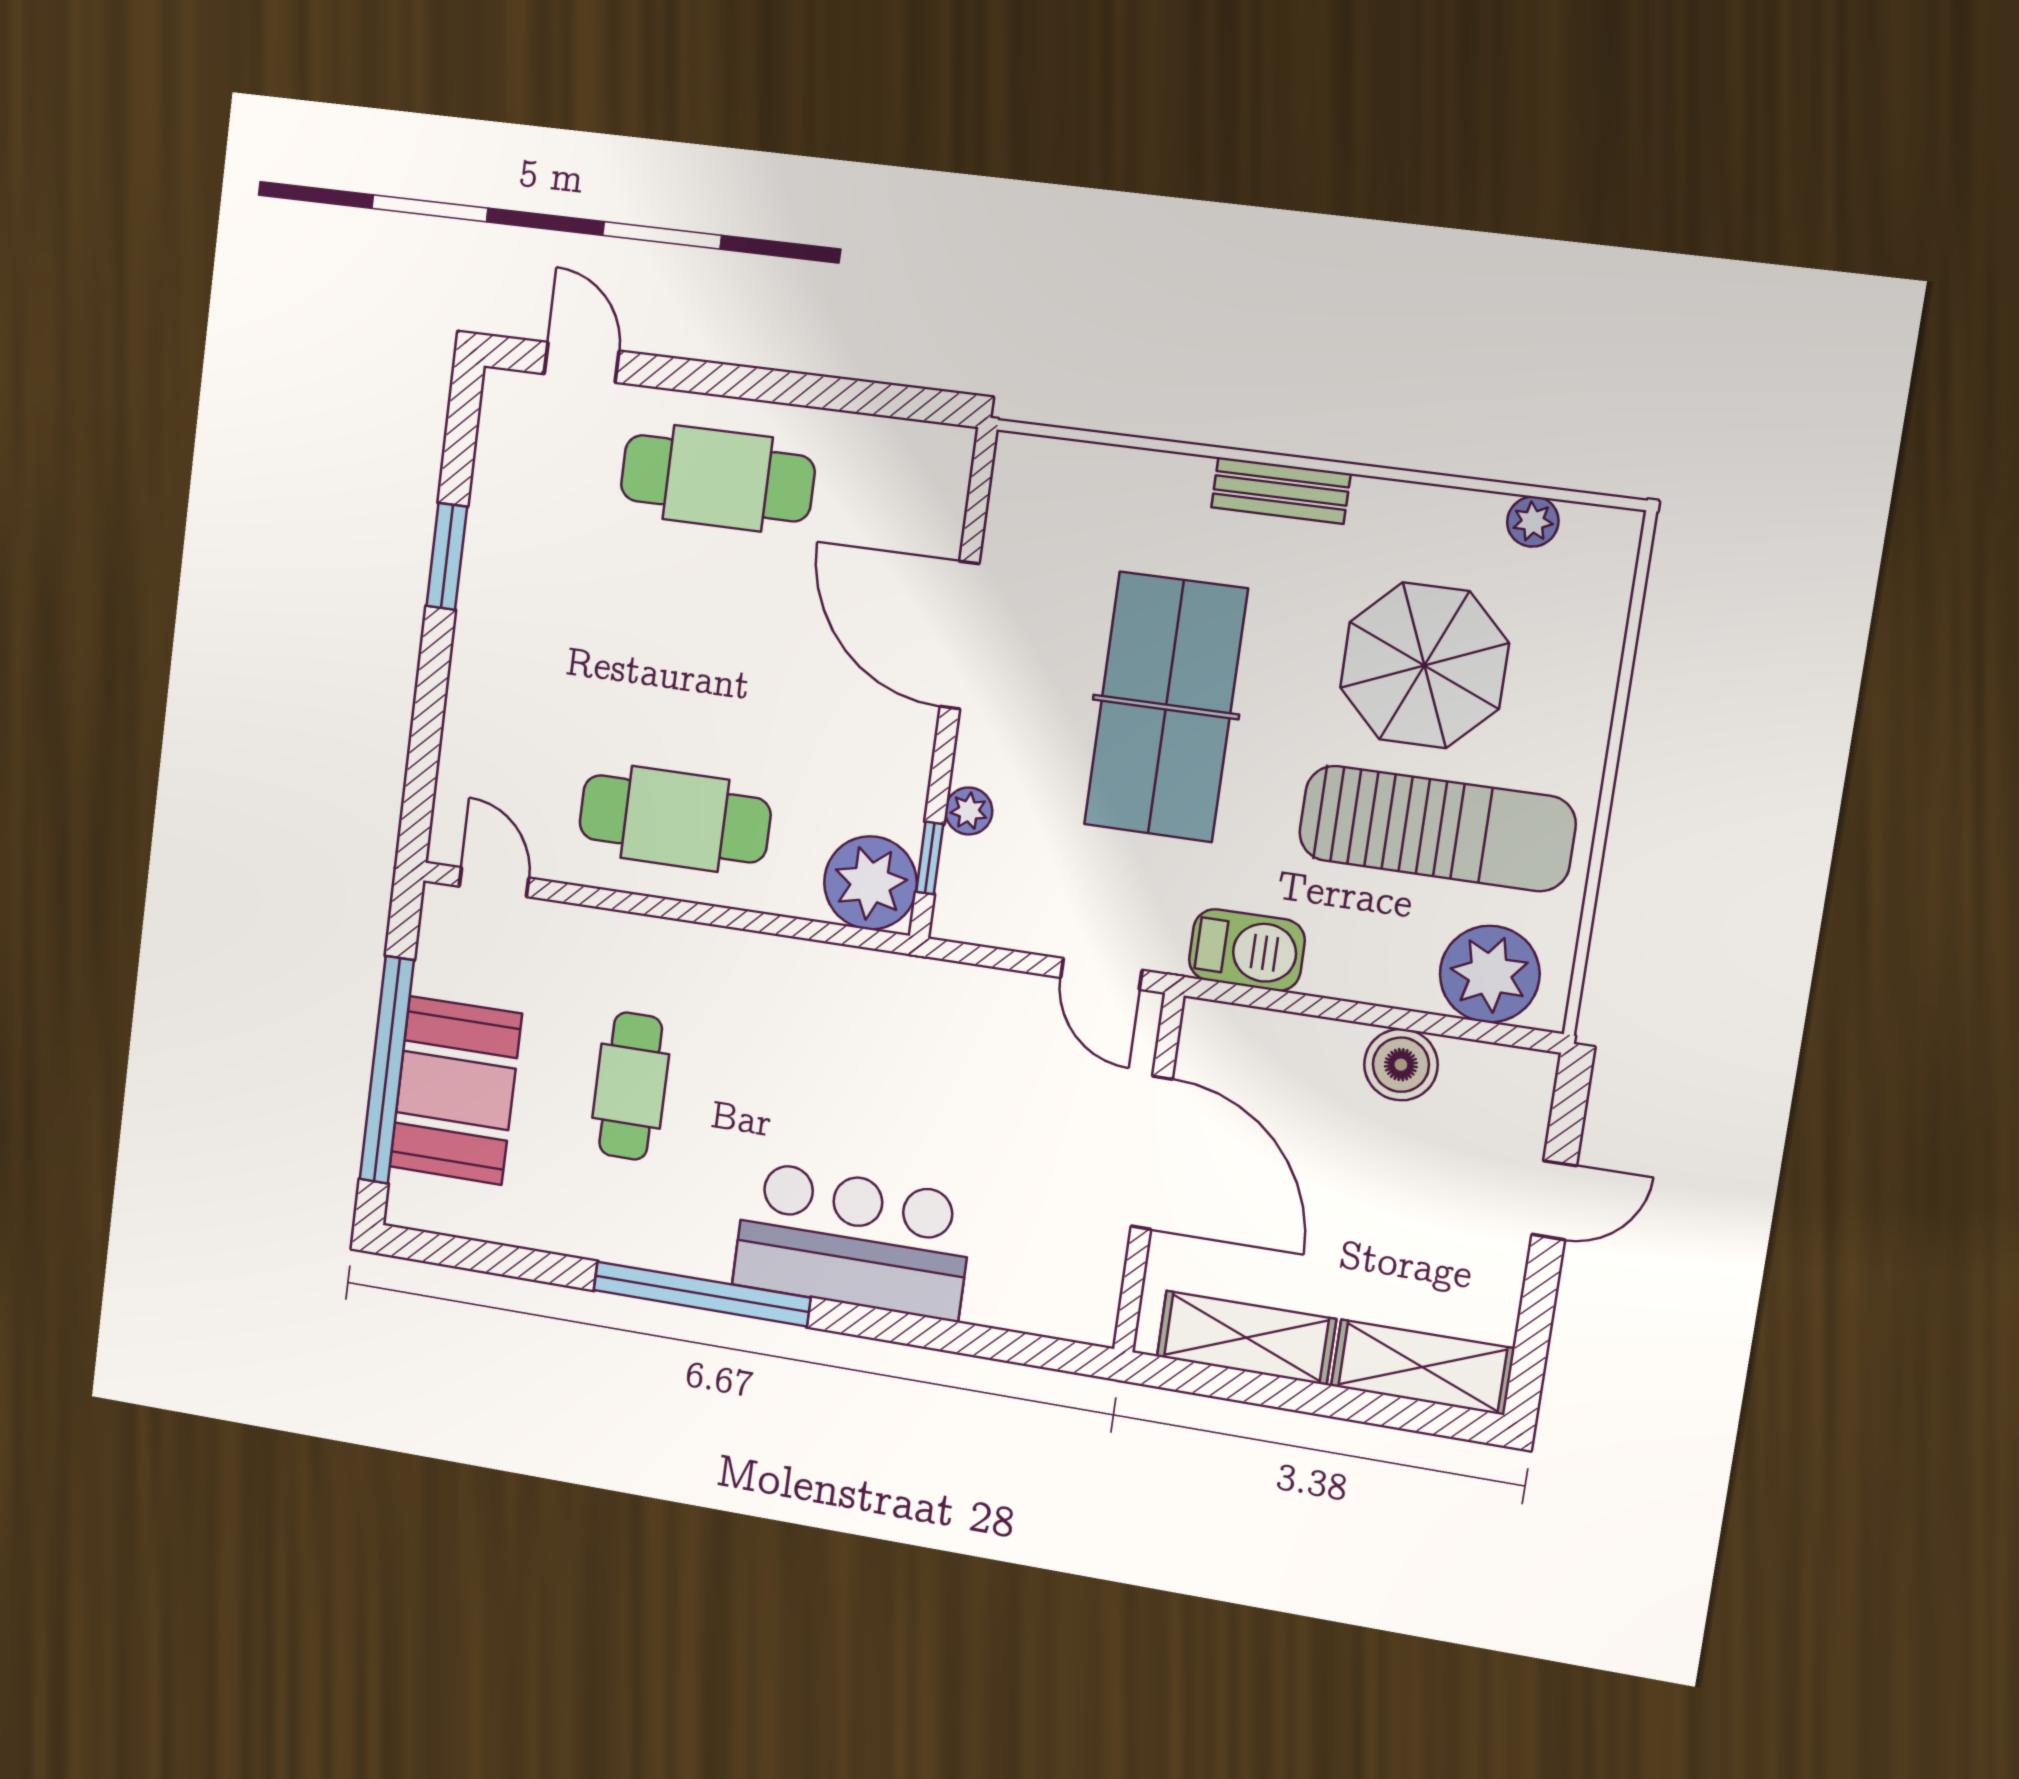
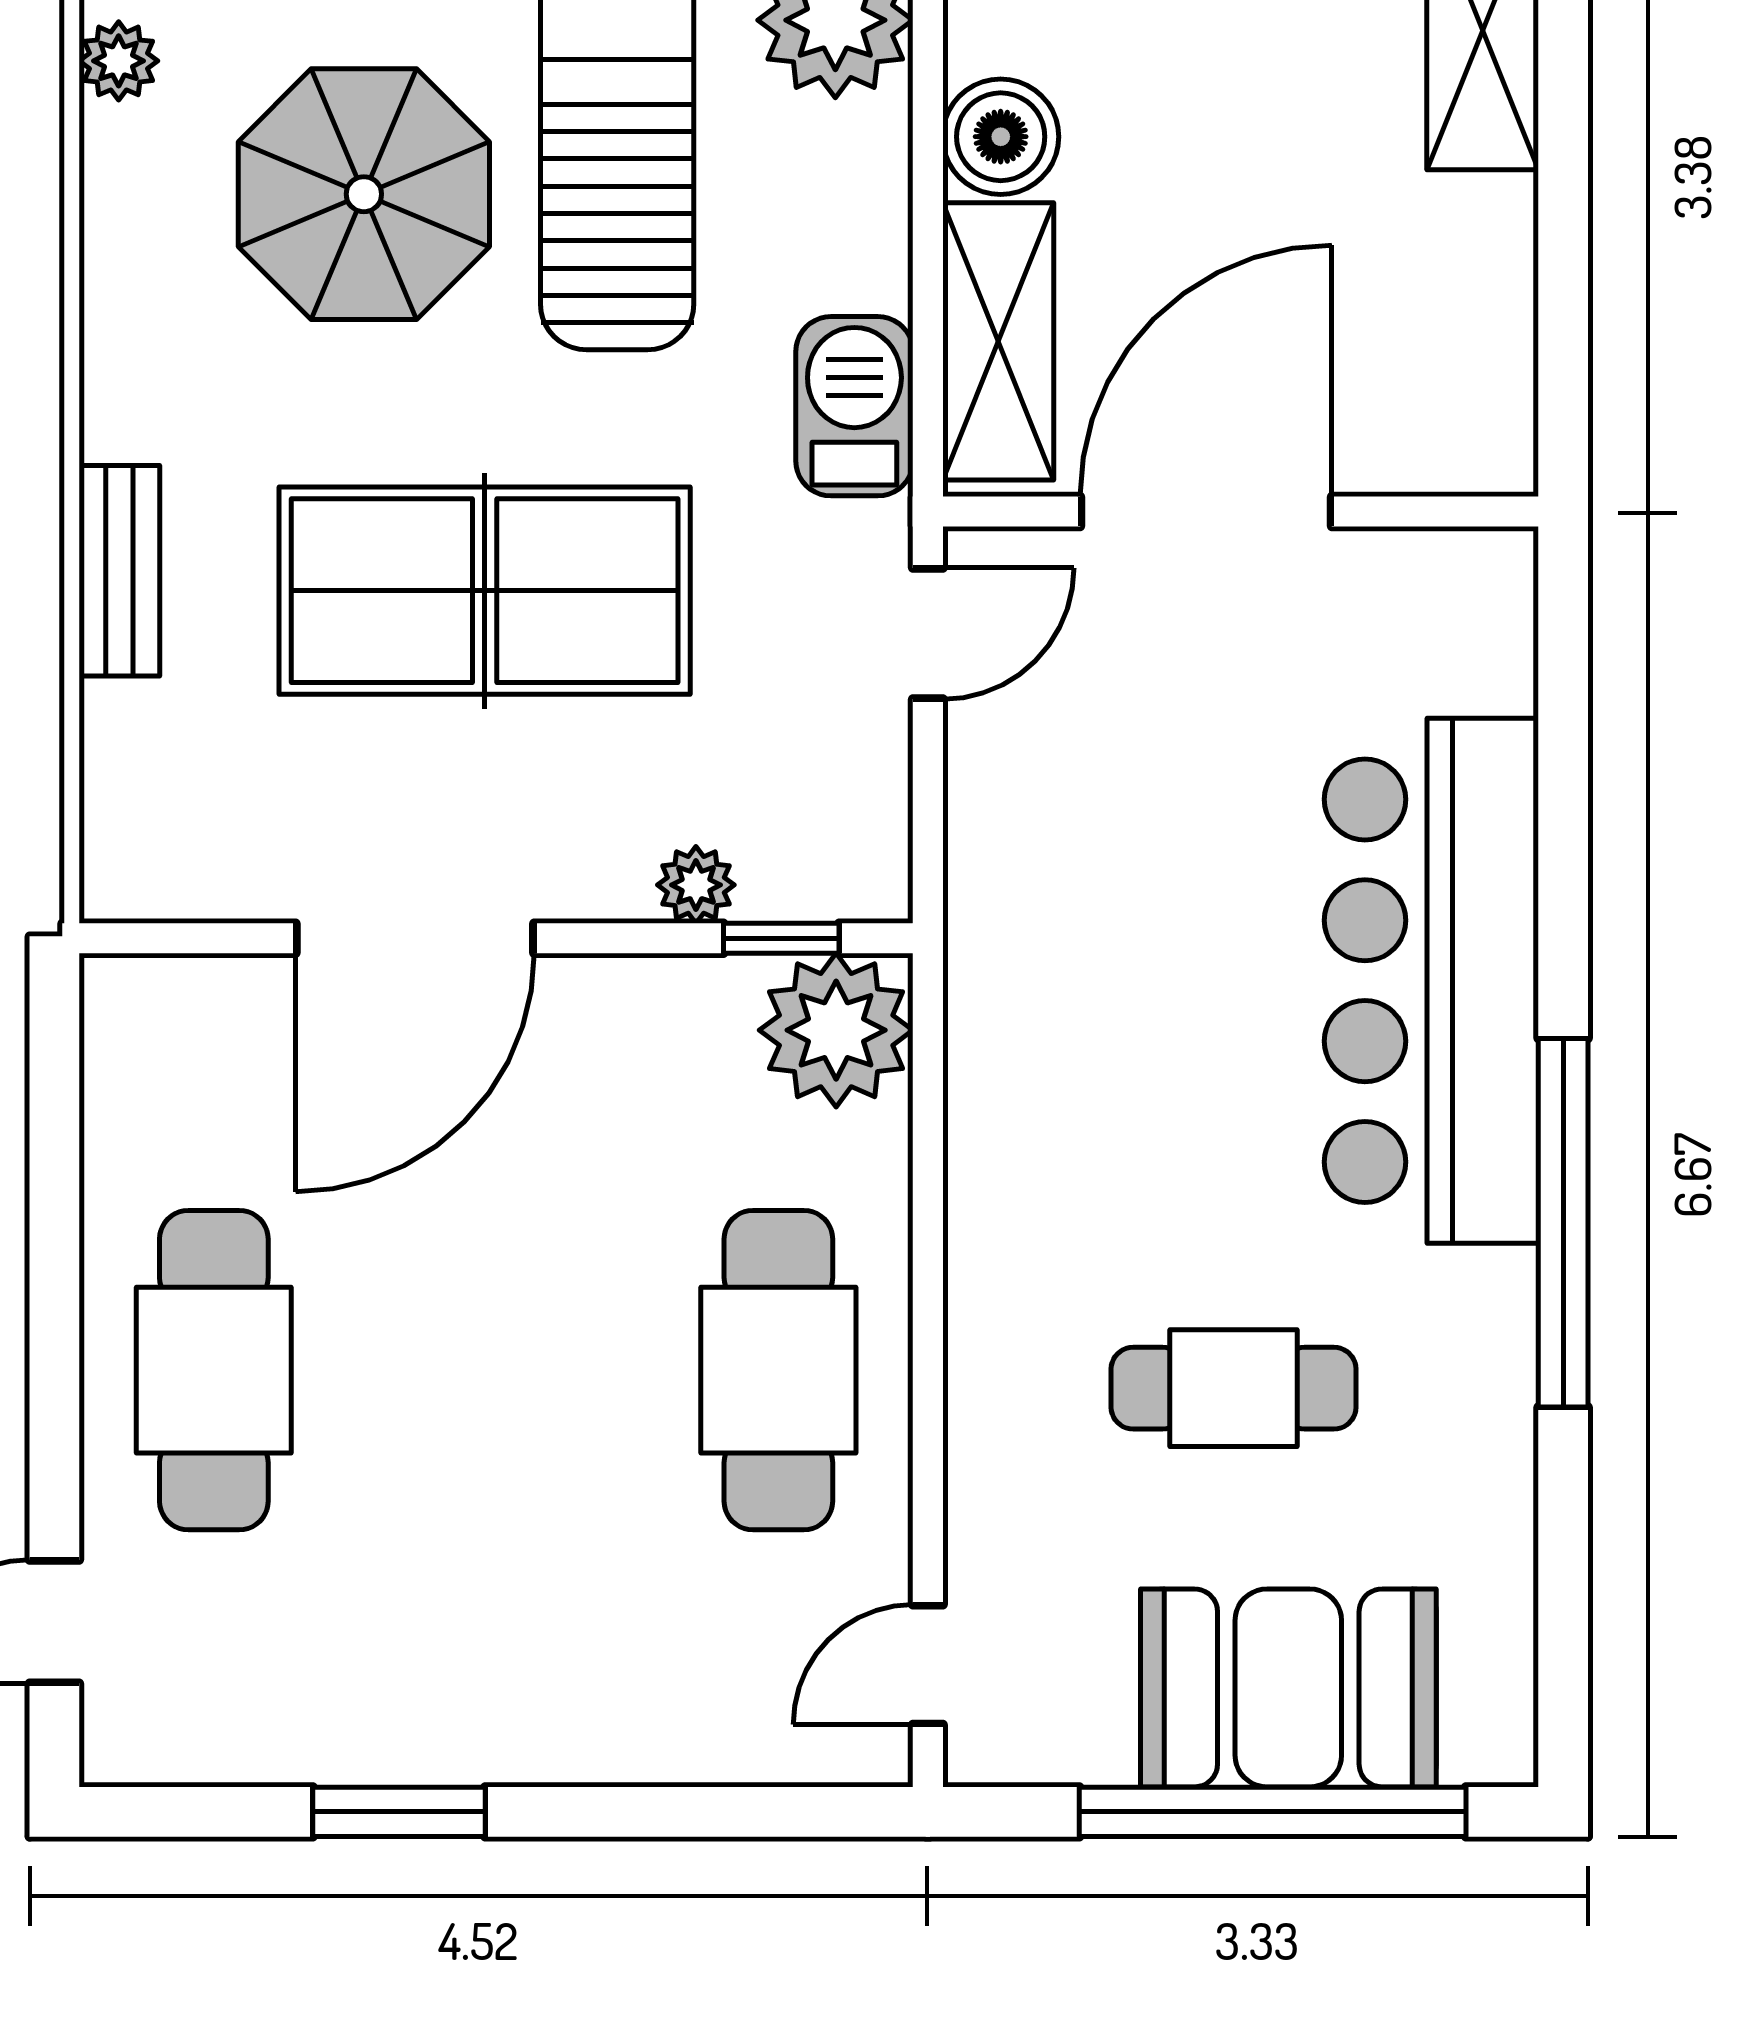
bench: (1281, 490) -> (119, 571), moved
bar counter: (853, 1241) -> (1431, 981), width x1.36
shelving: (1246, 1338) -> (998, 341), moved

